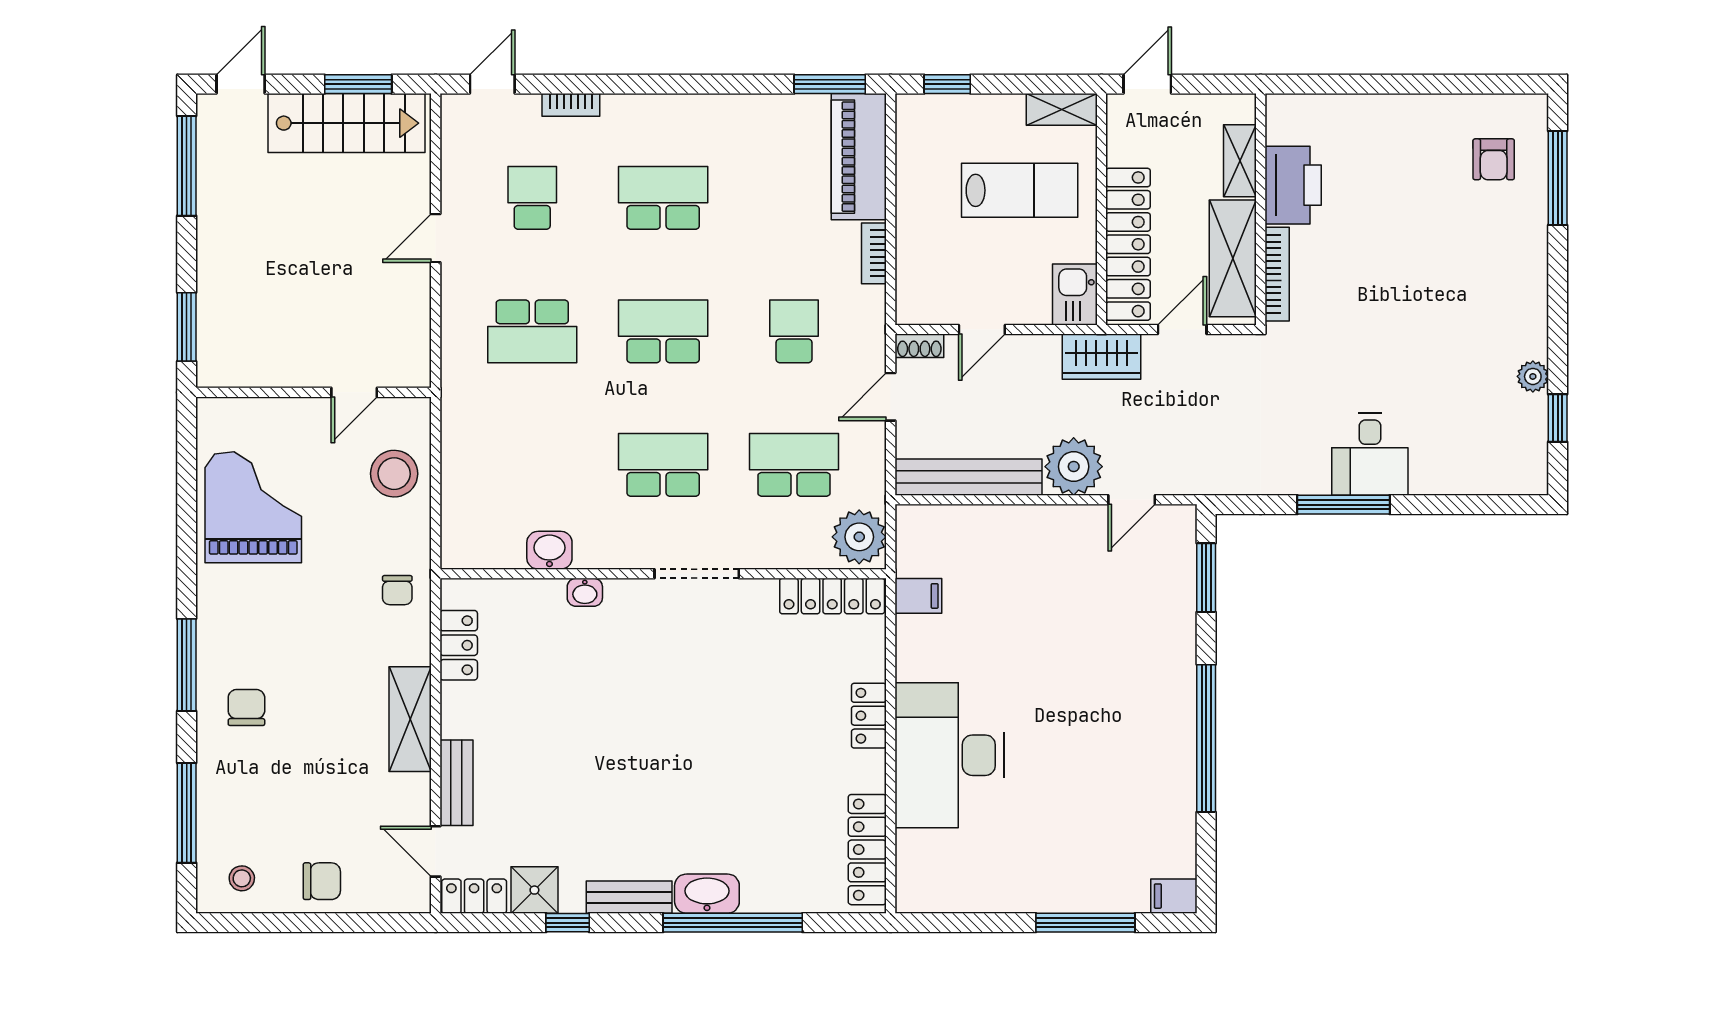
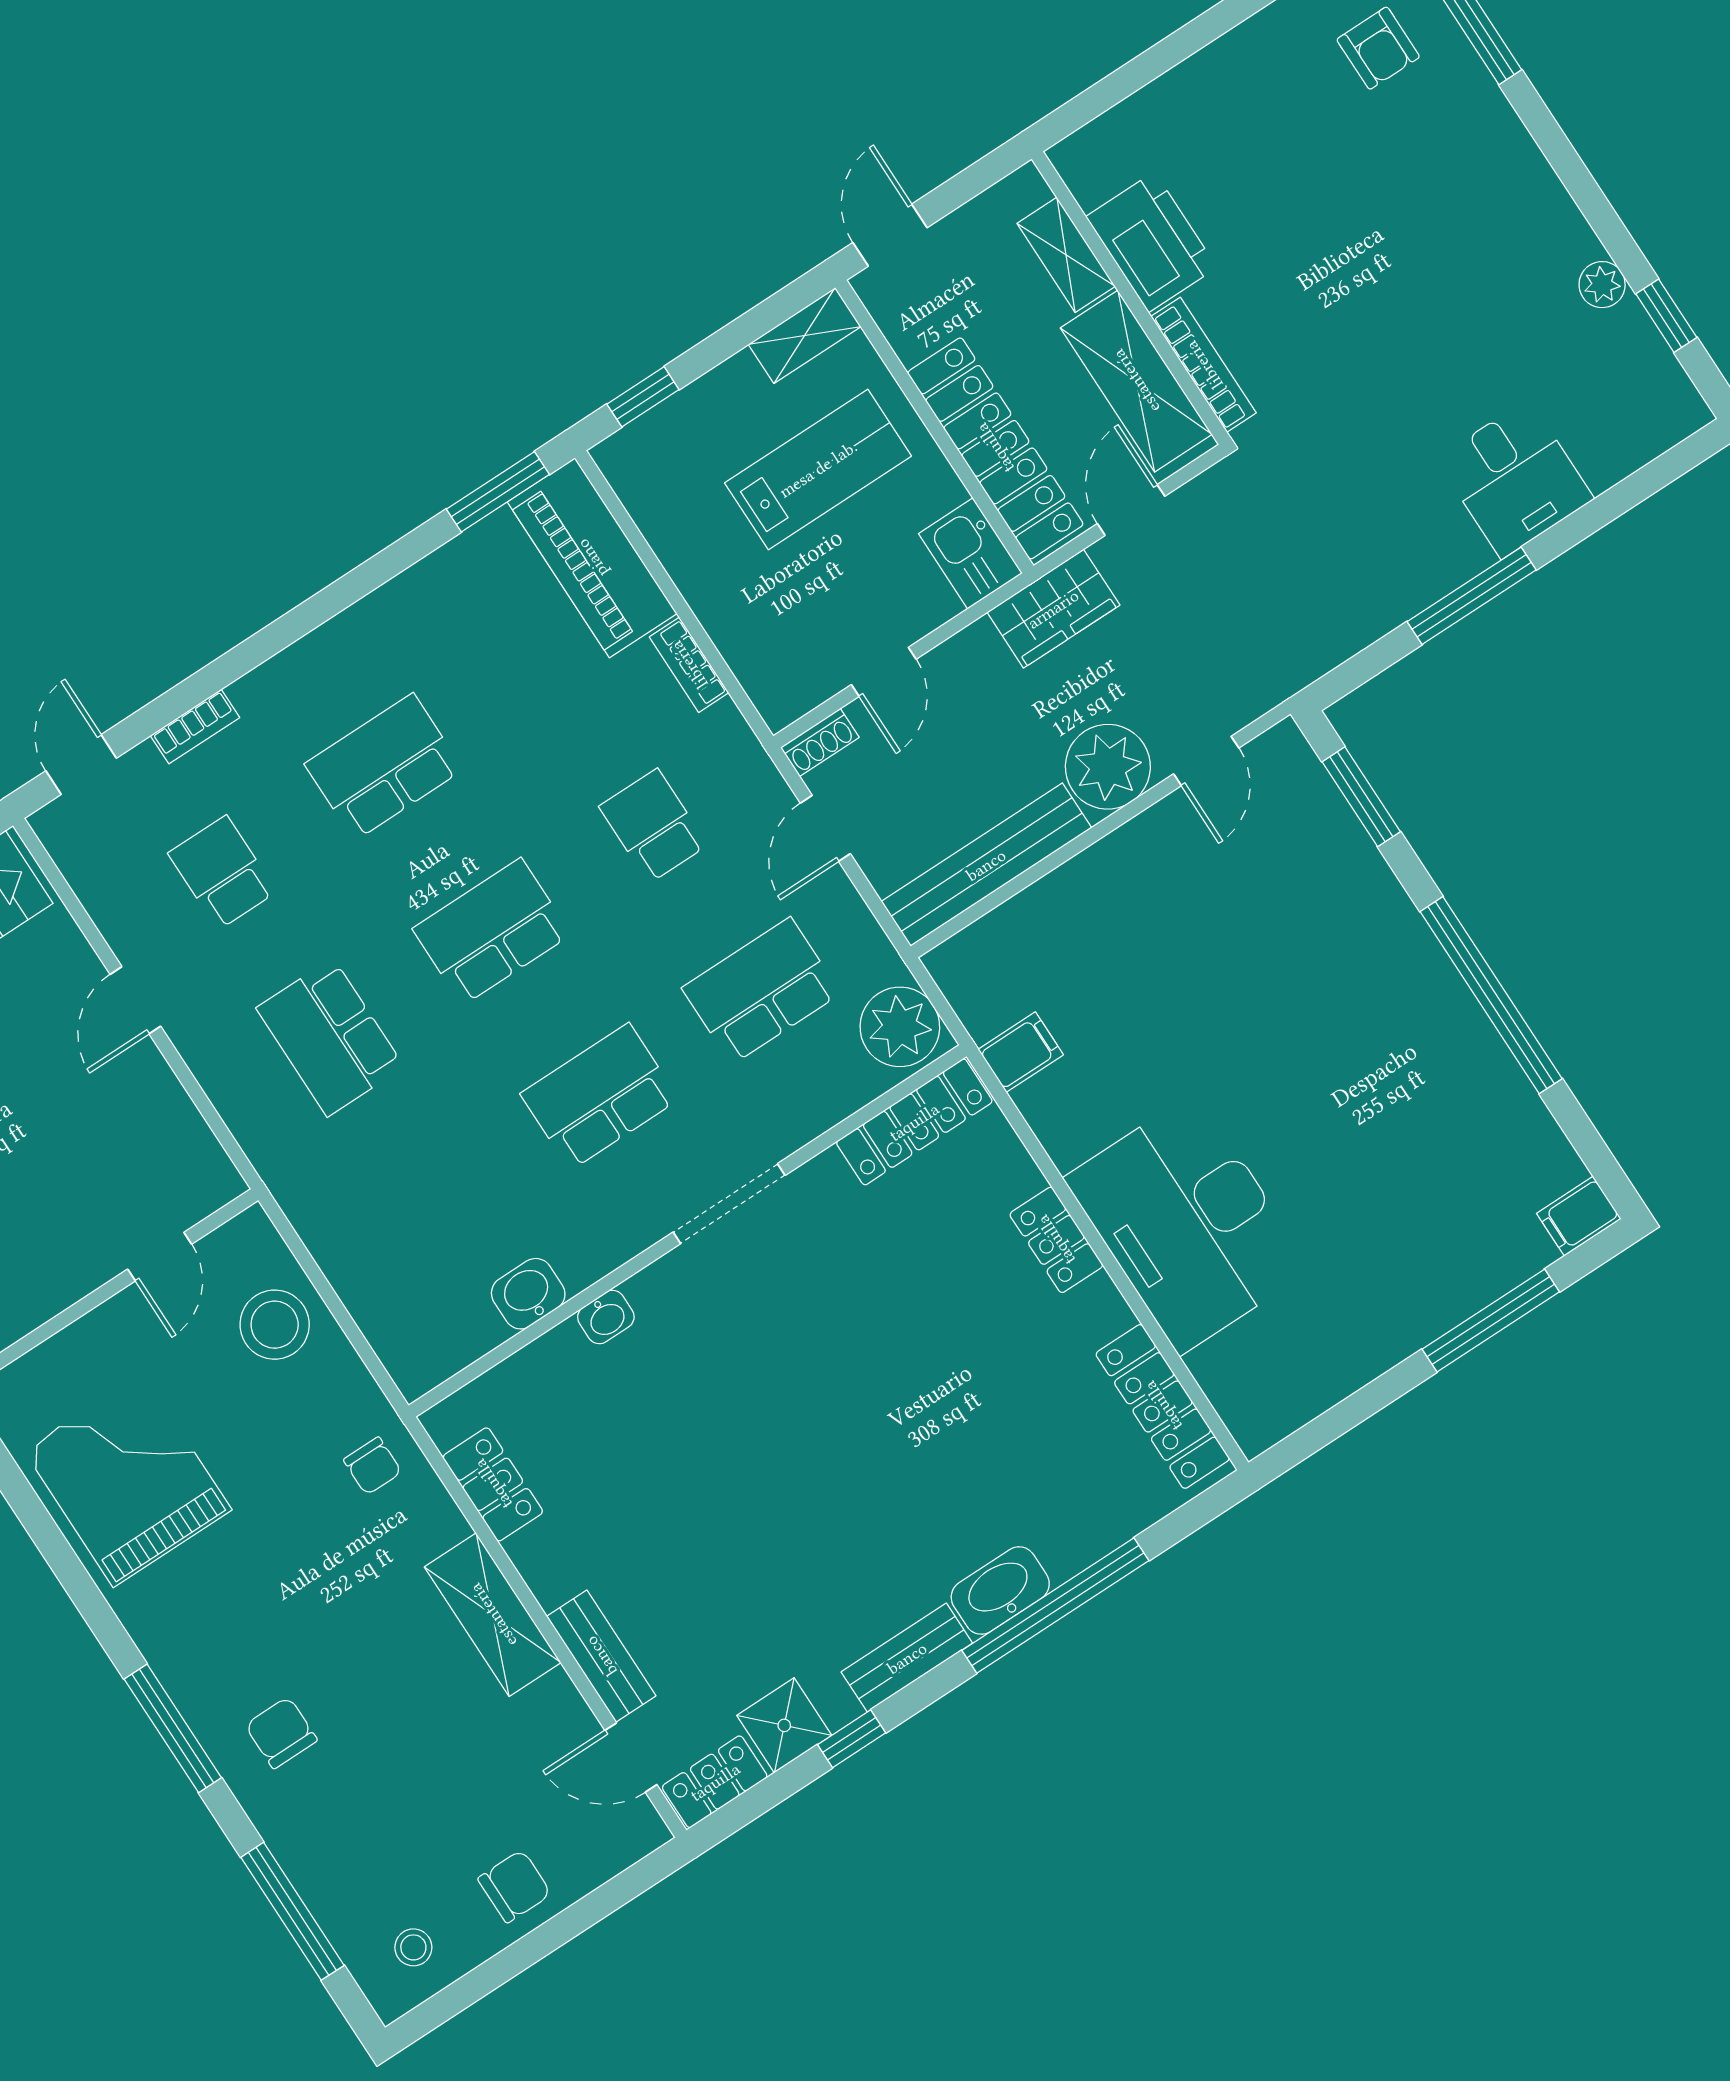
school desk: (532, 331) -> (330, 1037), turned 90
desk: (1370, 454) -> (1515, 479), moved

